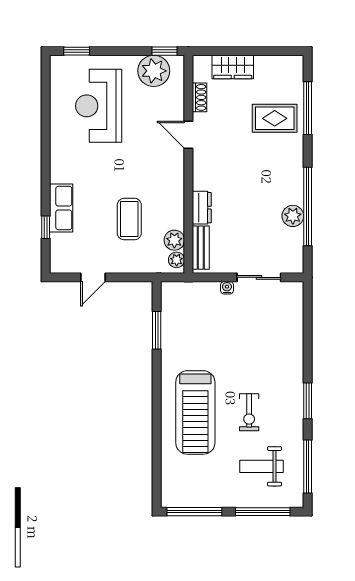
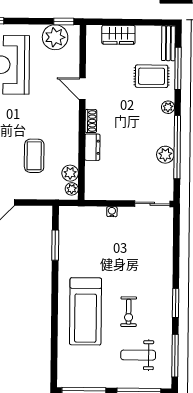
shoe rack: (200, 97) -> (91, 121), moved
plant: (296, 157) -> (168, 107), added
bench: (201, 248) -> (168, 43), moved
sliding door: (259, 277) -> (152, 204), moved

